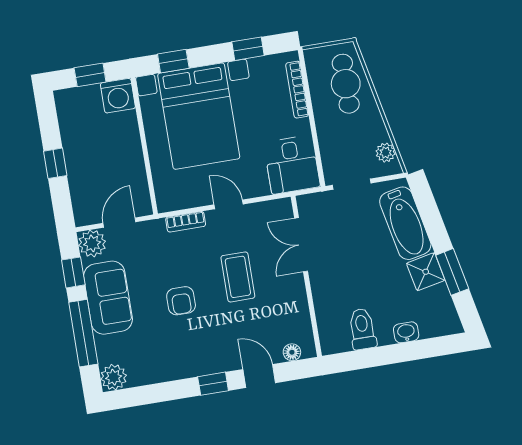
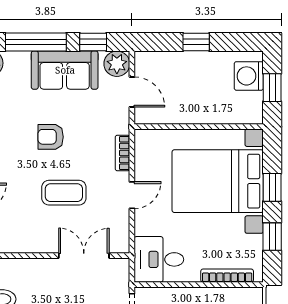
window: (173, 61) -> (272, 187), moved
washing machine: (118, 96) -> (249, 76), moved

